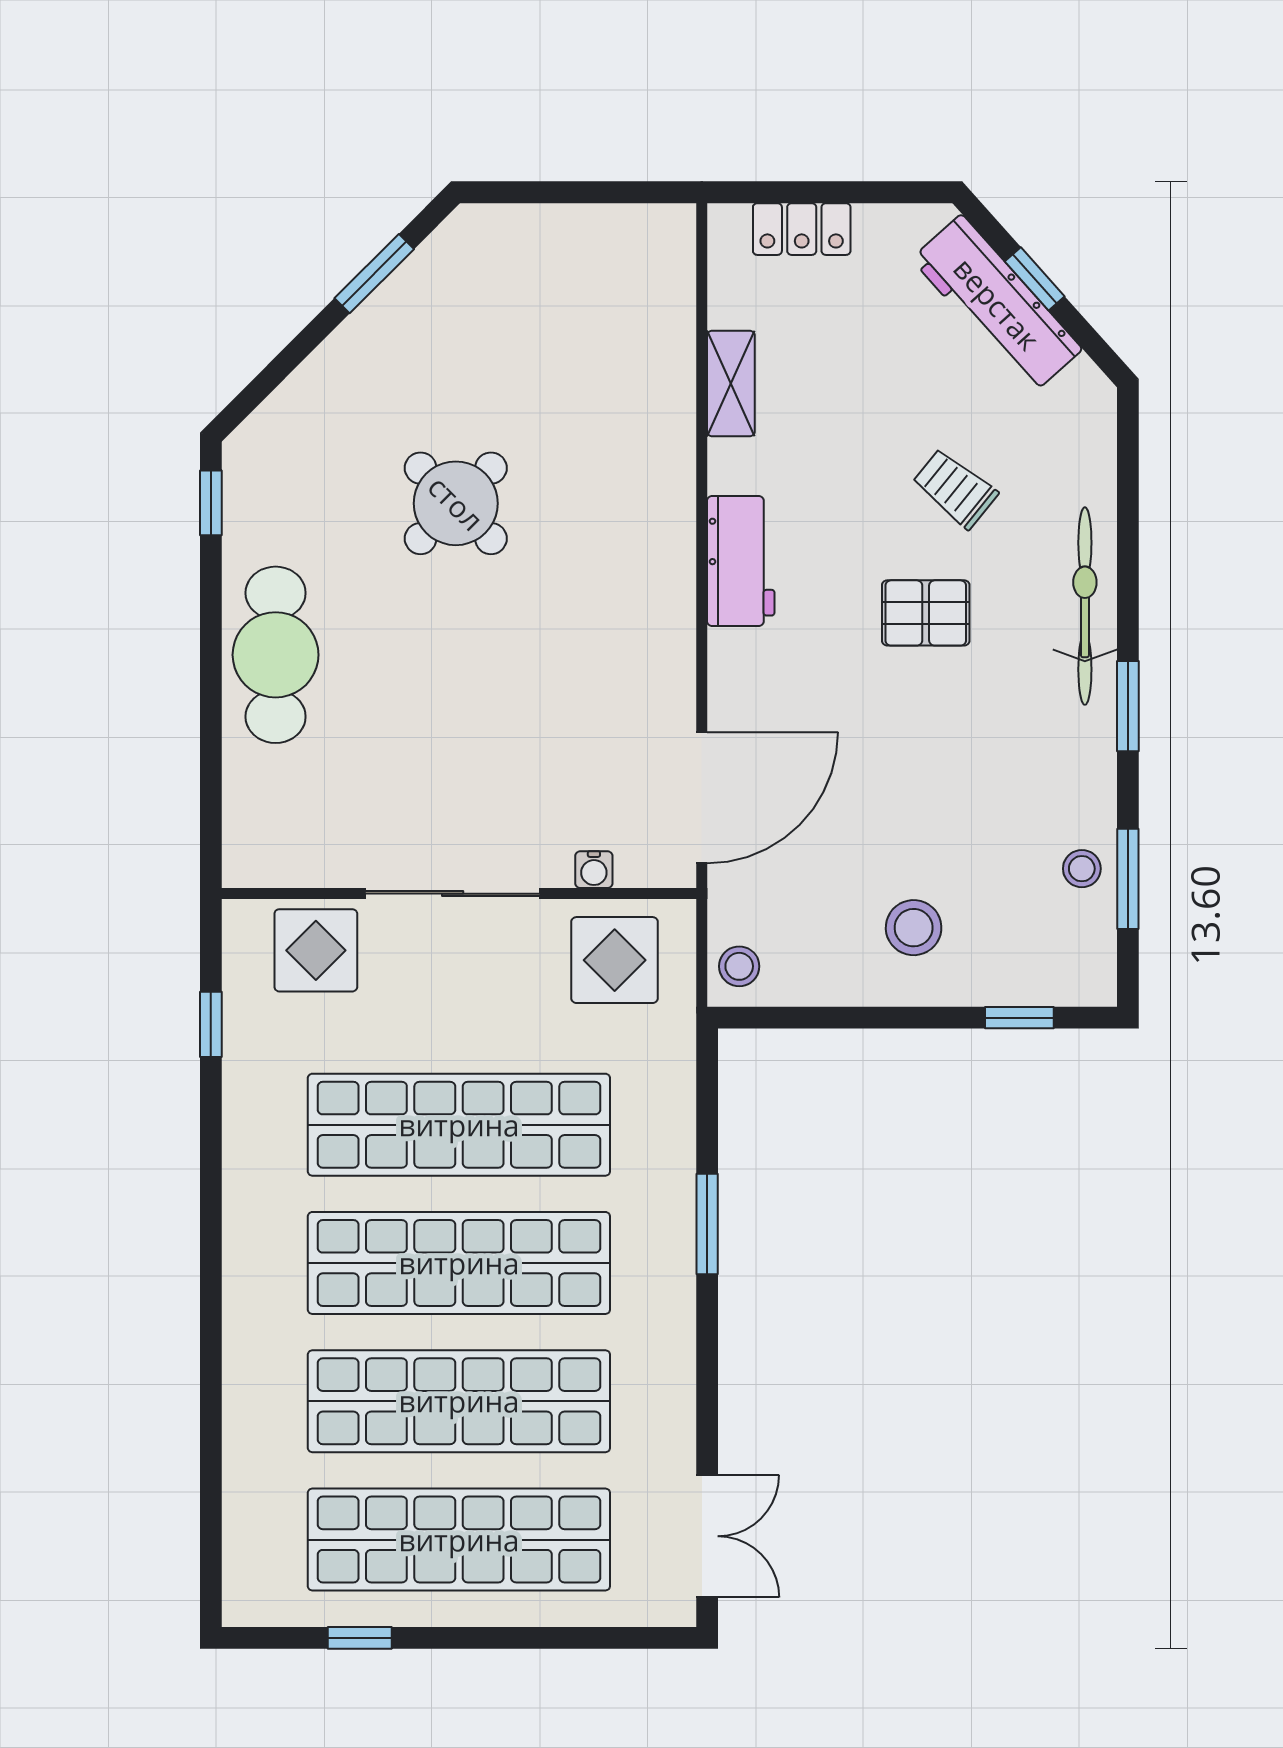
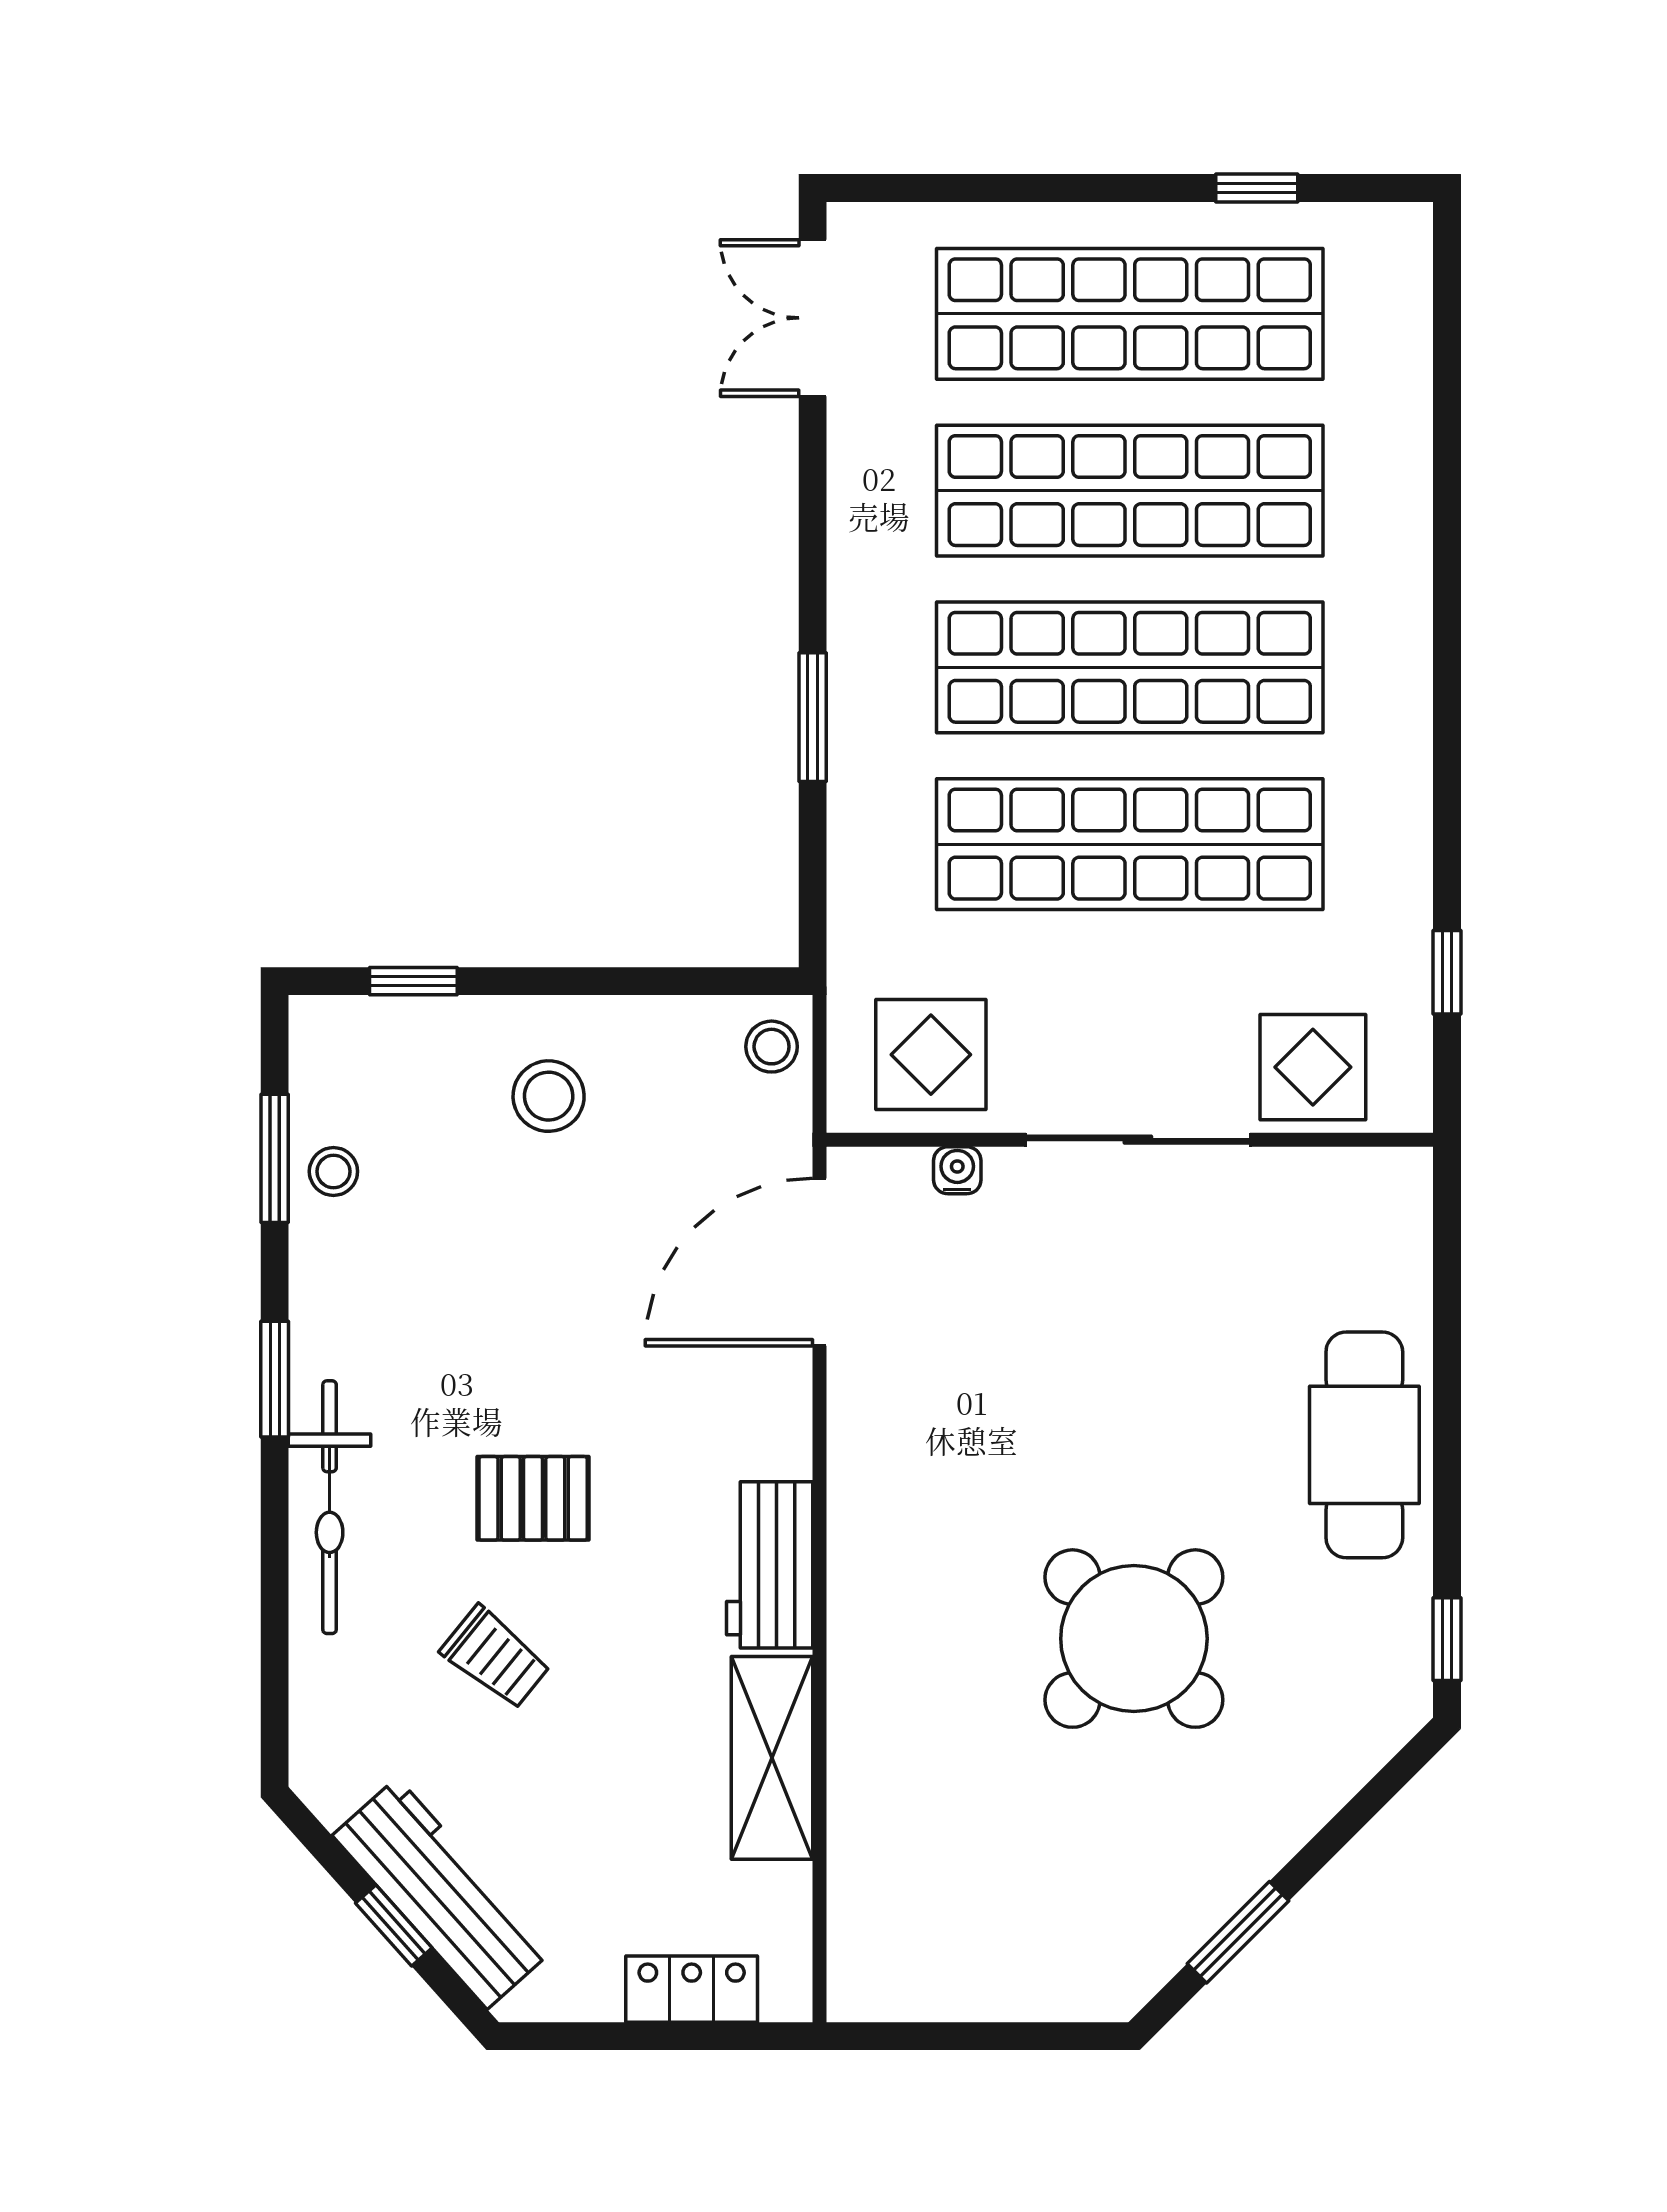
shelving: (731, 384) -> (772, 1758), width x1.50, depth x1.33
round table: (456, 503) -> (1134, 1639), width x1.36, depth x1.36

